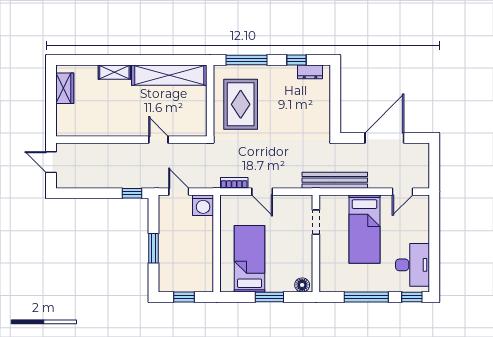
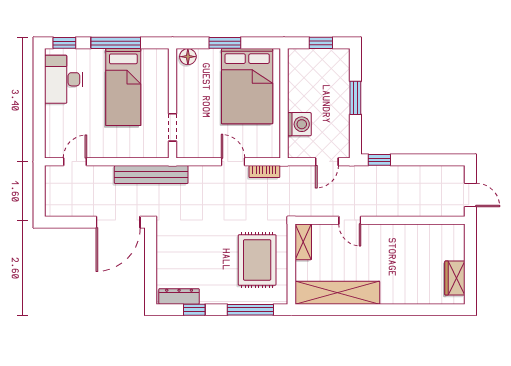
shelving: (114, 72) -> (303, 242), moved, turned 90
dresser: (310, 72) -> (179, 296), width x1.44
door: (384, 138) -> (118, 222), moved
door: (179, 192) -> (327, 162), hinge flipped
washing machine: (203, 205) -> (299, 124), moved, turned 90
bed: (365, 229) -> (123, 87), moved, turned 180
bed: (250, 259) -> (247, 86), width x1.50

